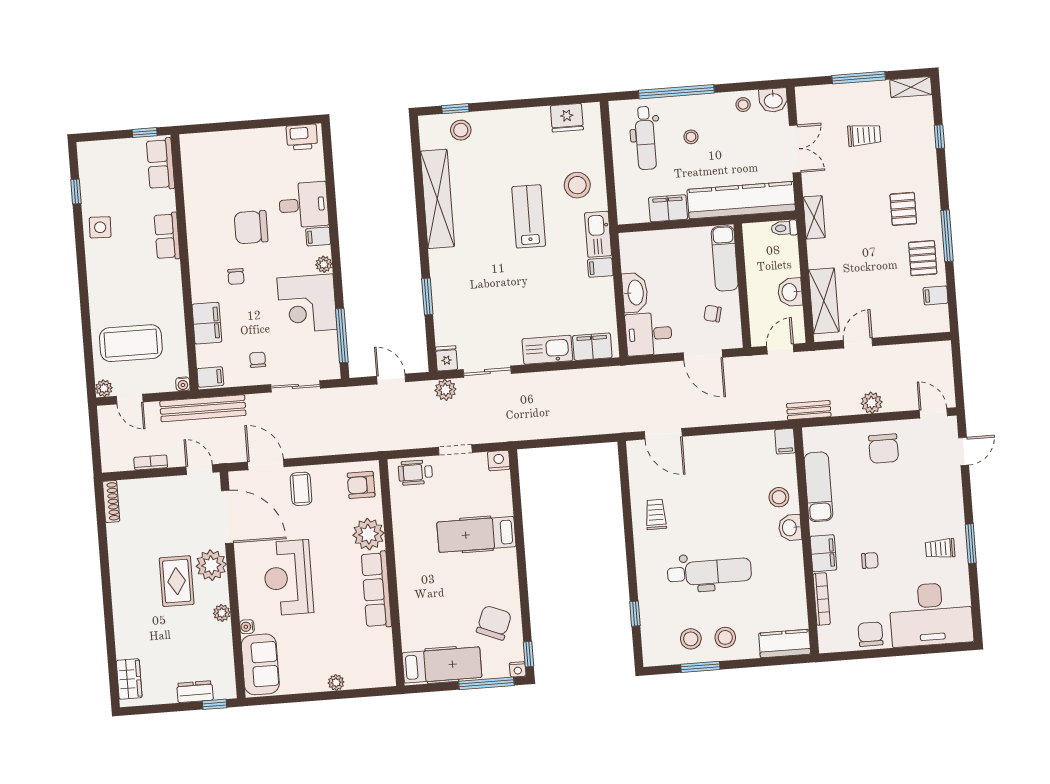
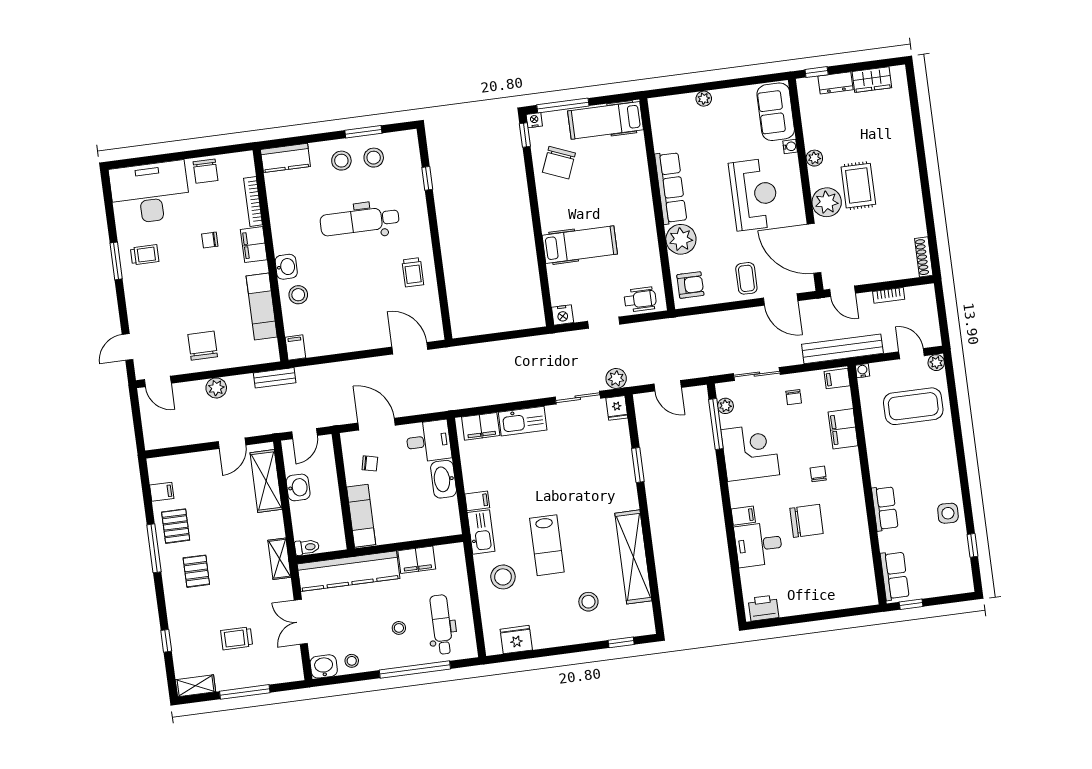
stool: (461, 130) -> (588, 602), moved
plant: (324, 264) -> (725, 406), moved
wardrobe: (129, 679) -> (872, 80), moved, turned -90

